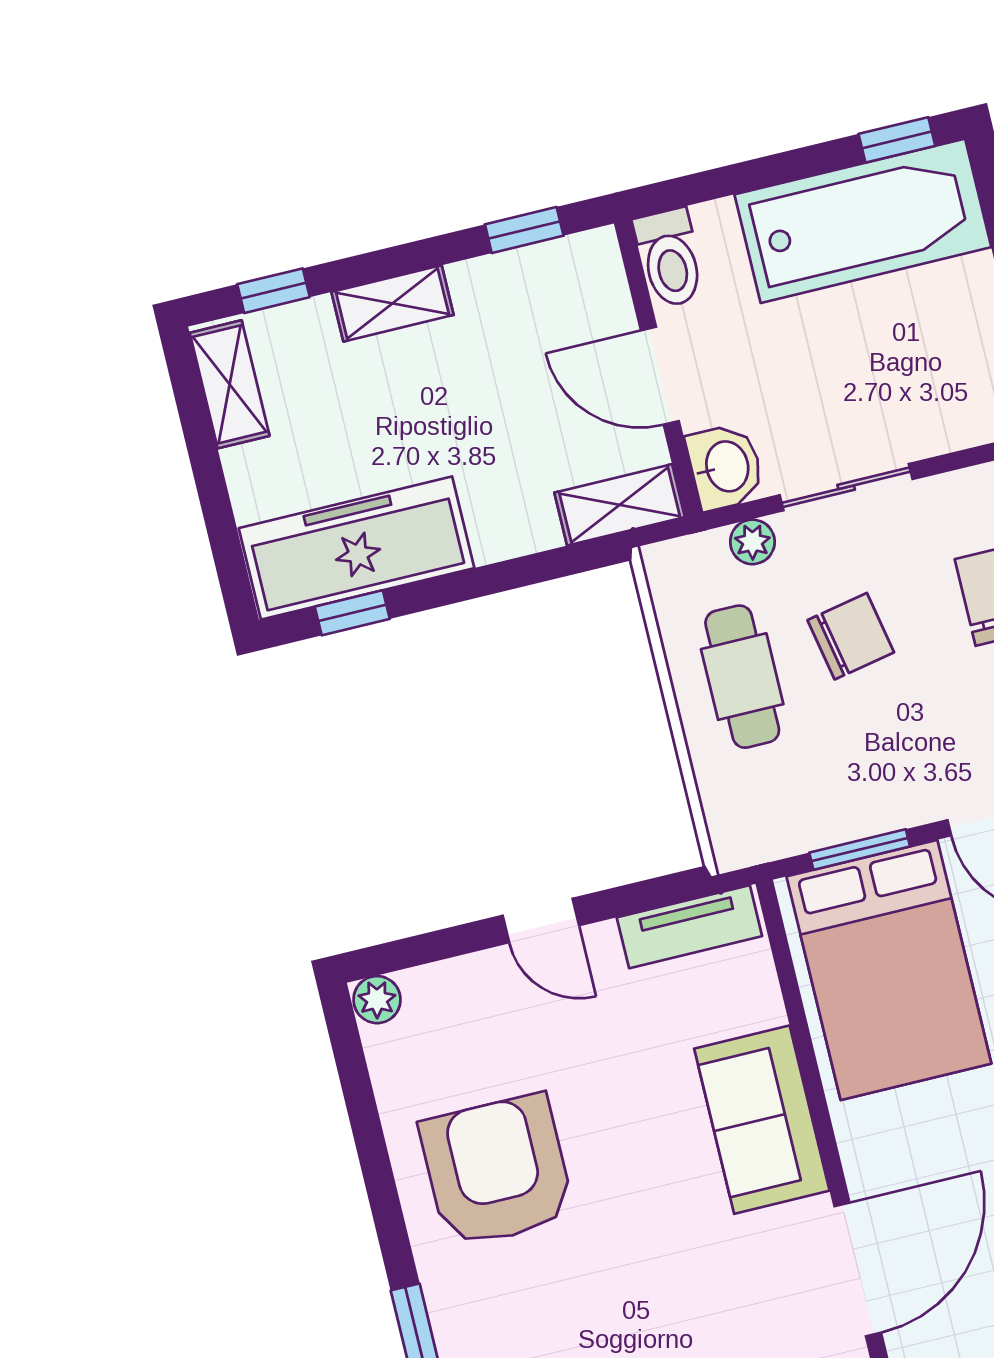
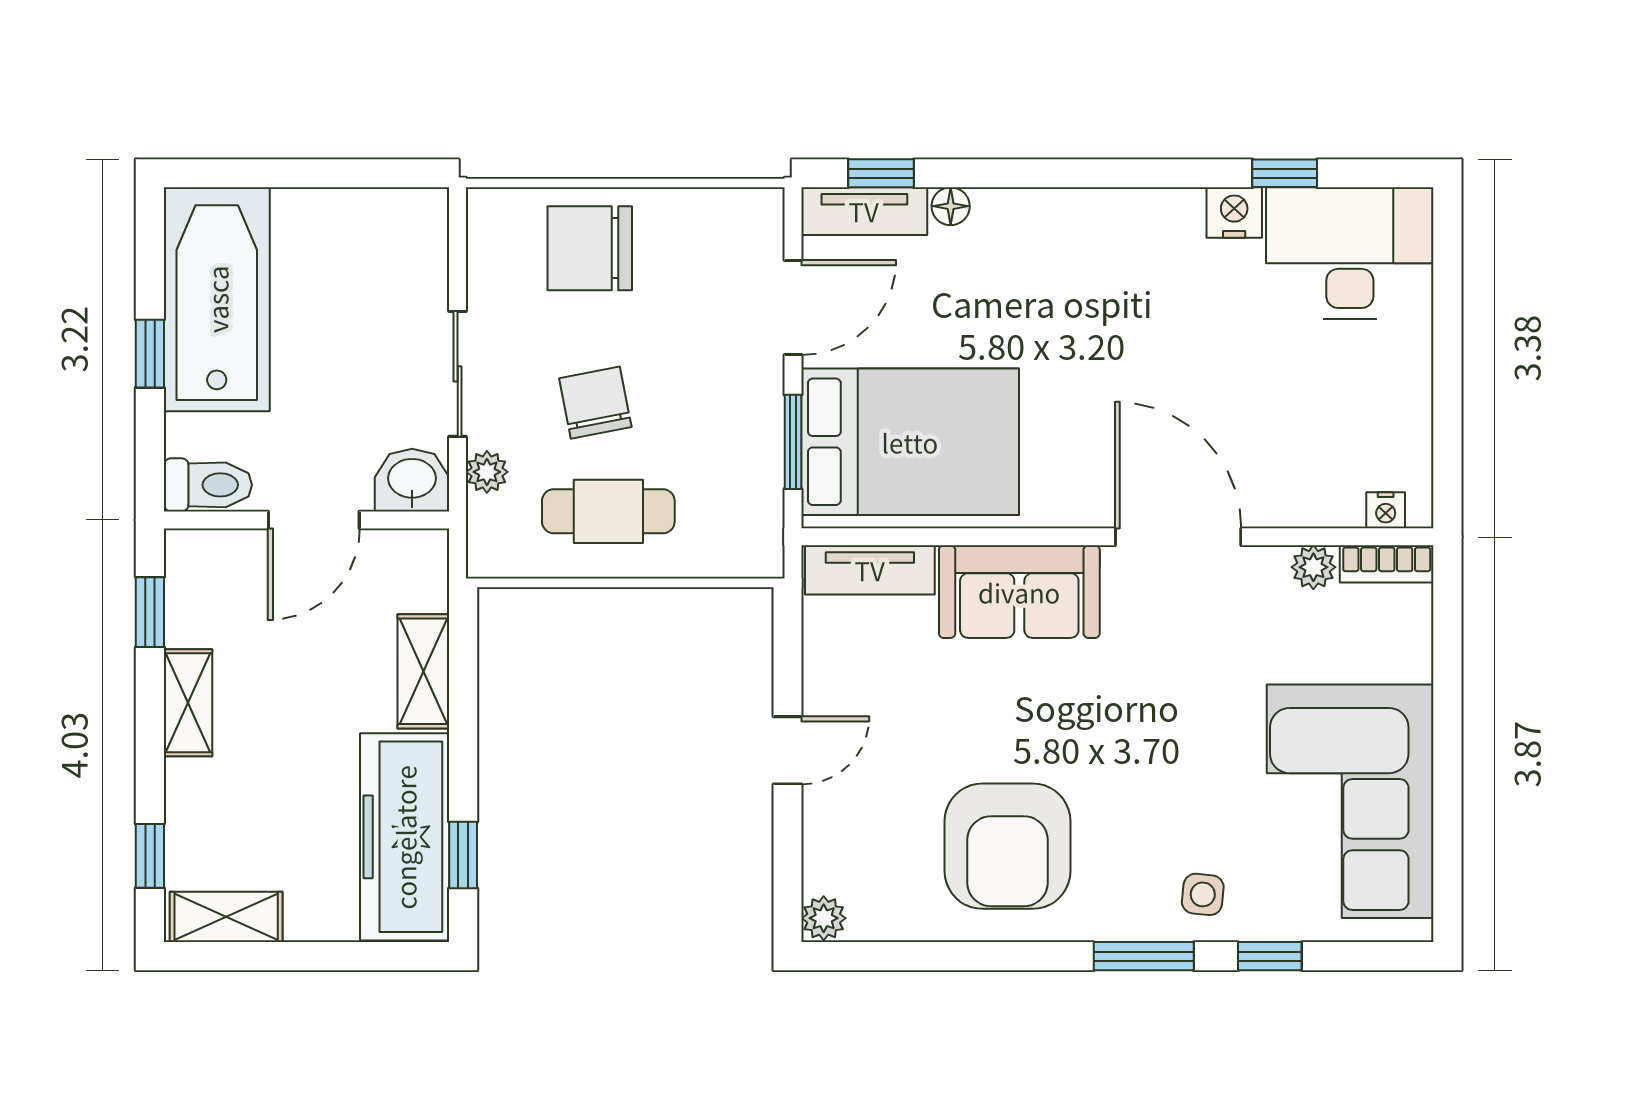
window: (897, 140) -> (150, 354), moved
shelving: (392, 303) -> (188, 703), moved
shelving: (620, 505) -> (423, 671), moved
tv unit: (689, 927) -> (870, 570), moved, turned 90
armchair: (497, 1171) -> (1007, 846), turned -90

